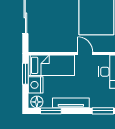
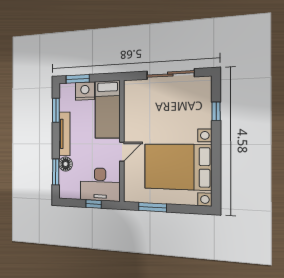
window: (25, 74) -> (78, 79), moved
floor lamp: (37, 102) -> (66, 164), moved

